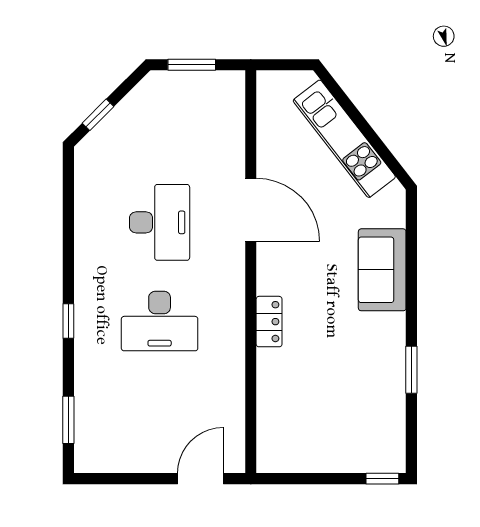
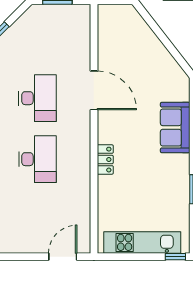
kitchen unit: (344, 139) -> (142, 242), moved, turned 128
desk: (160, 321) -> (37, 159), turned -90

